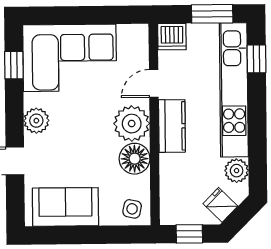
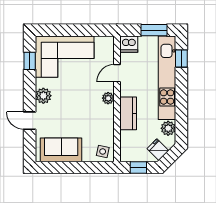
plant: (132, 124) -> (108, 98), width x0.53, depth x0.53
kitchen counter: (172, 126) -> (128, 113), moved
floor lamp: (135, 159) -> (105, 120), removed

